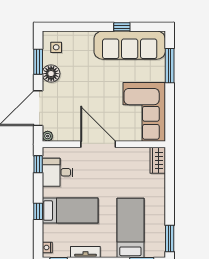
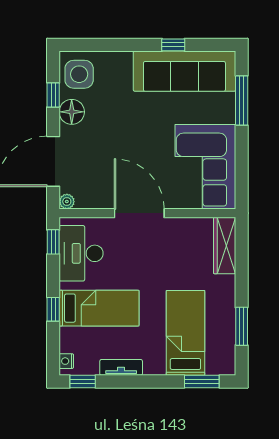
side table: (56, 47) -> (79, 74), width x1.87, depth x1.87
window: (38, 62) -> (53, 95), width x0.67
wardrobe: (158, 160) -> (225, 246), width x1.50
desk: (58, 172) -> (81, 253), width x1.37
window: (170, 239) -> (242, 326), moved

